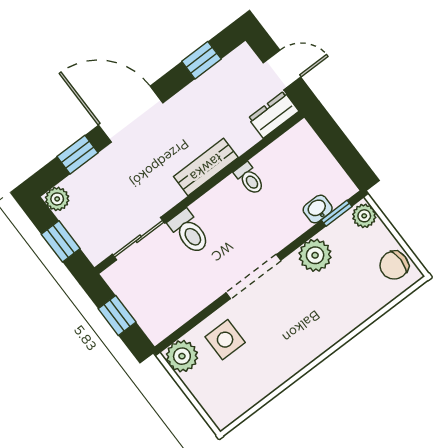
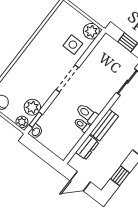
dresser: (274, 115) -> (87, 147), moved
washbasin: (318, 209) -> (36, 132), moved
toilet: (189, 232) -> (87, 114), moved
plant: (315, 255) -> (32, 107), moved

